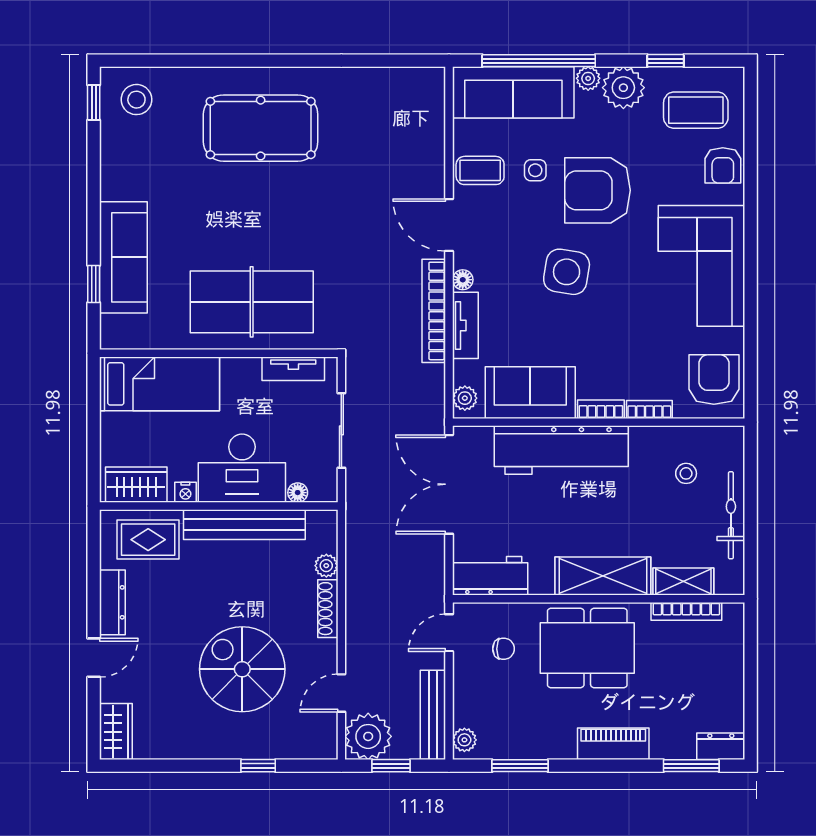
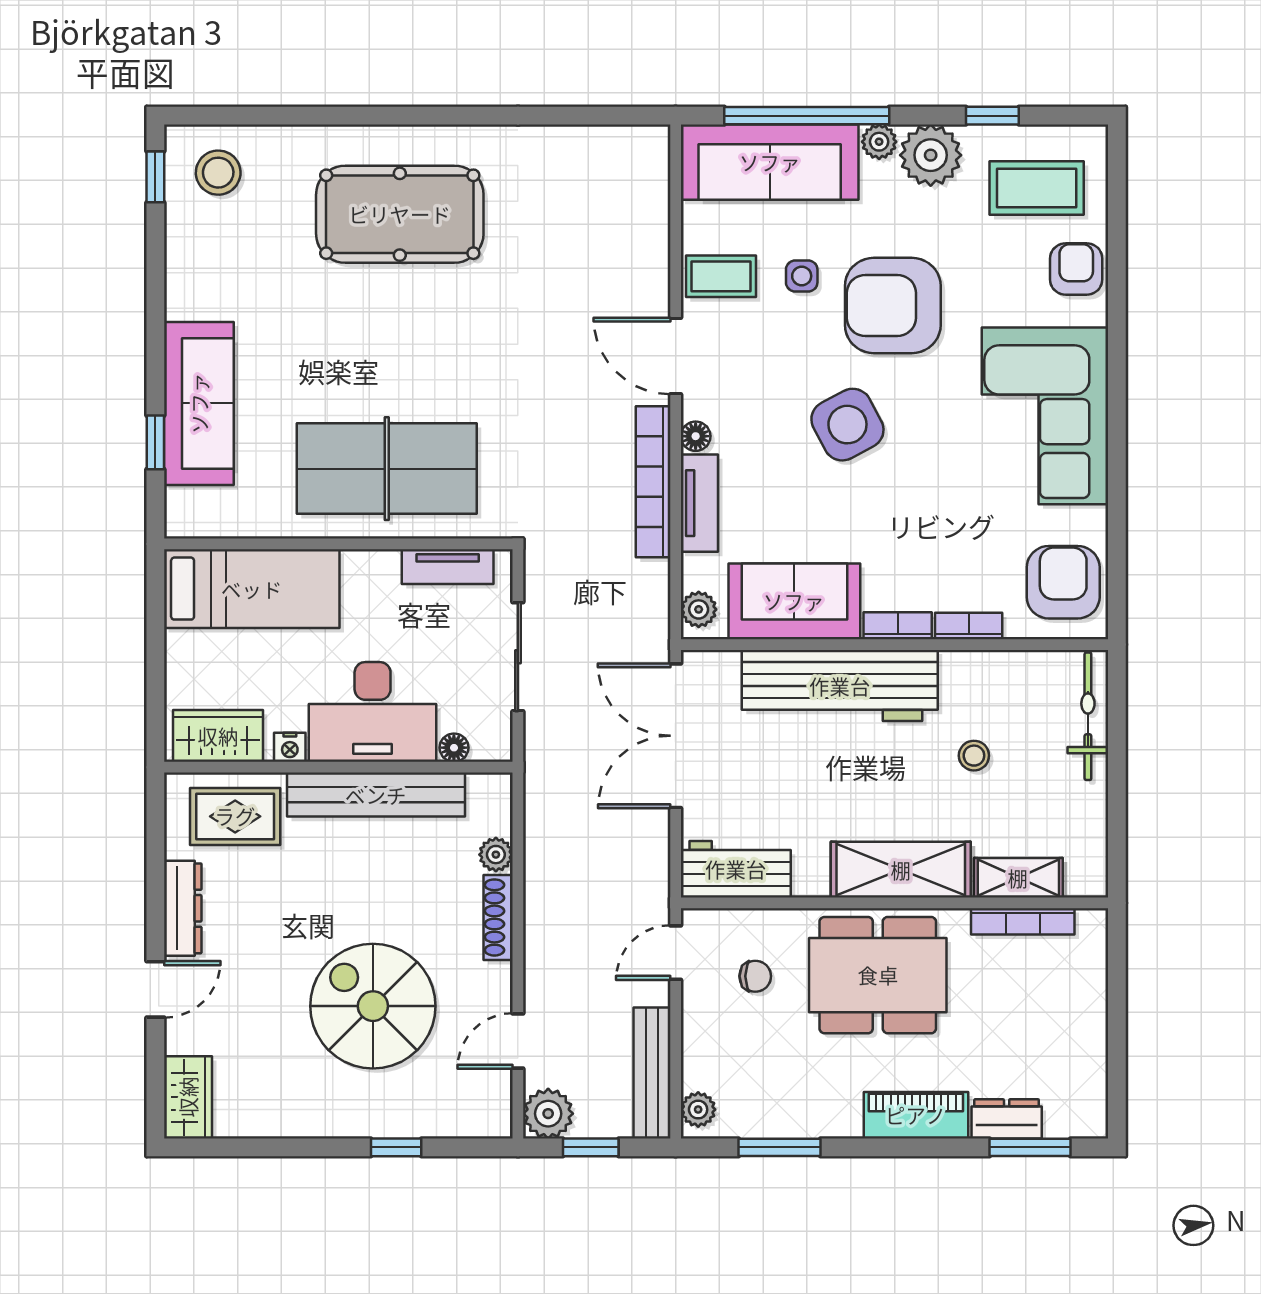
armchair: (723, 165) -> (1076, 269), turned 180
side table: (567, 272) -> (847, 425), turned -37
stool: (686, 473) -> (974, 756), moved
bicycle: (731, 515) -> (1088, 716), moved
plant: (368, 736) -> (548, 1114), width x0.73, depth x0.73
dresser: (721, 746) -> (1007, 1119), moved

